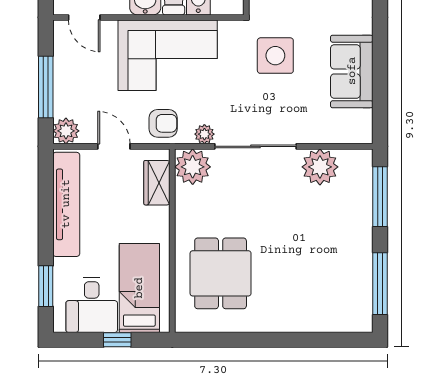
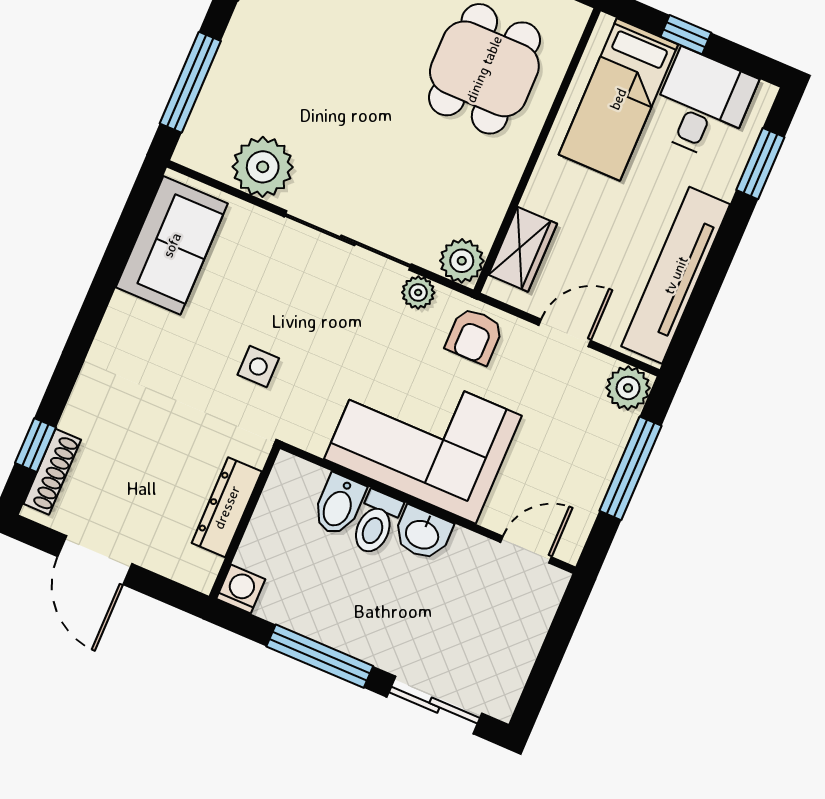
door: (84, 17) -> (526, 550), hinge flipped
side table: (275, 56) -> (258, 367), width x0.54, depth x0.54
sofa: (352, 71) -> (172, 245), moved
armchair: (163, 123) -> (474, 336), turned -90
door: (114, 146) -> (565, 333), swing flipped
plant: (193, 167) -> (462, 261), width x0.73, depth x0.73

